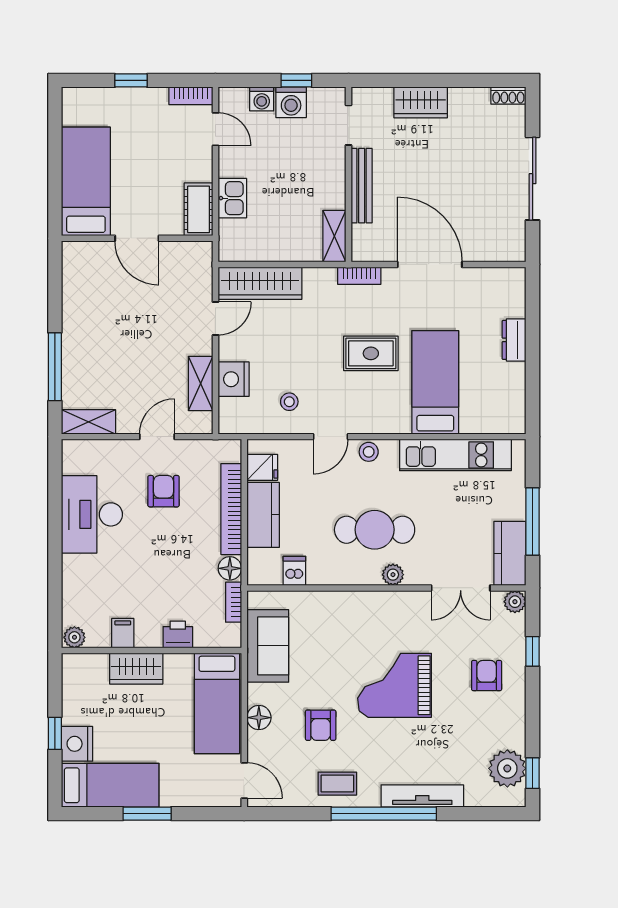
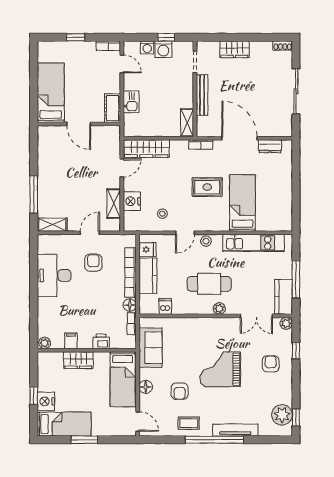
dresser: (514, 340) -> (270, 146), moved, turned -90

